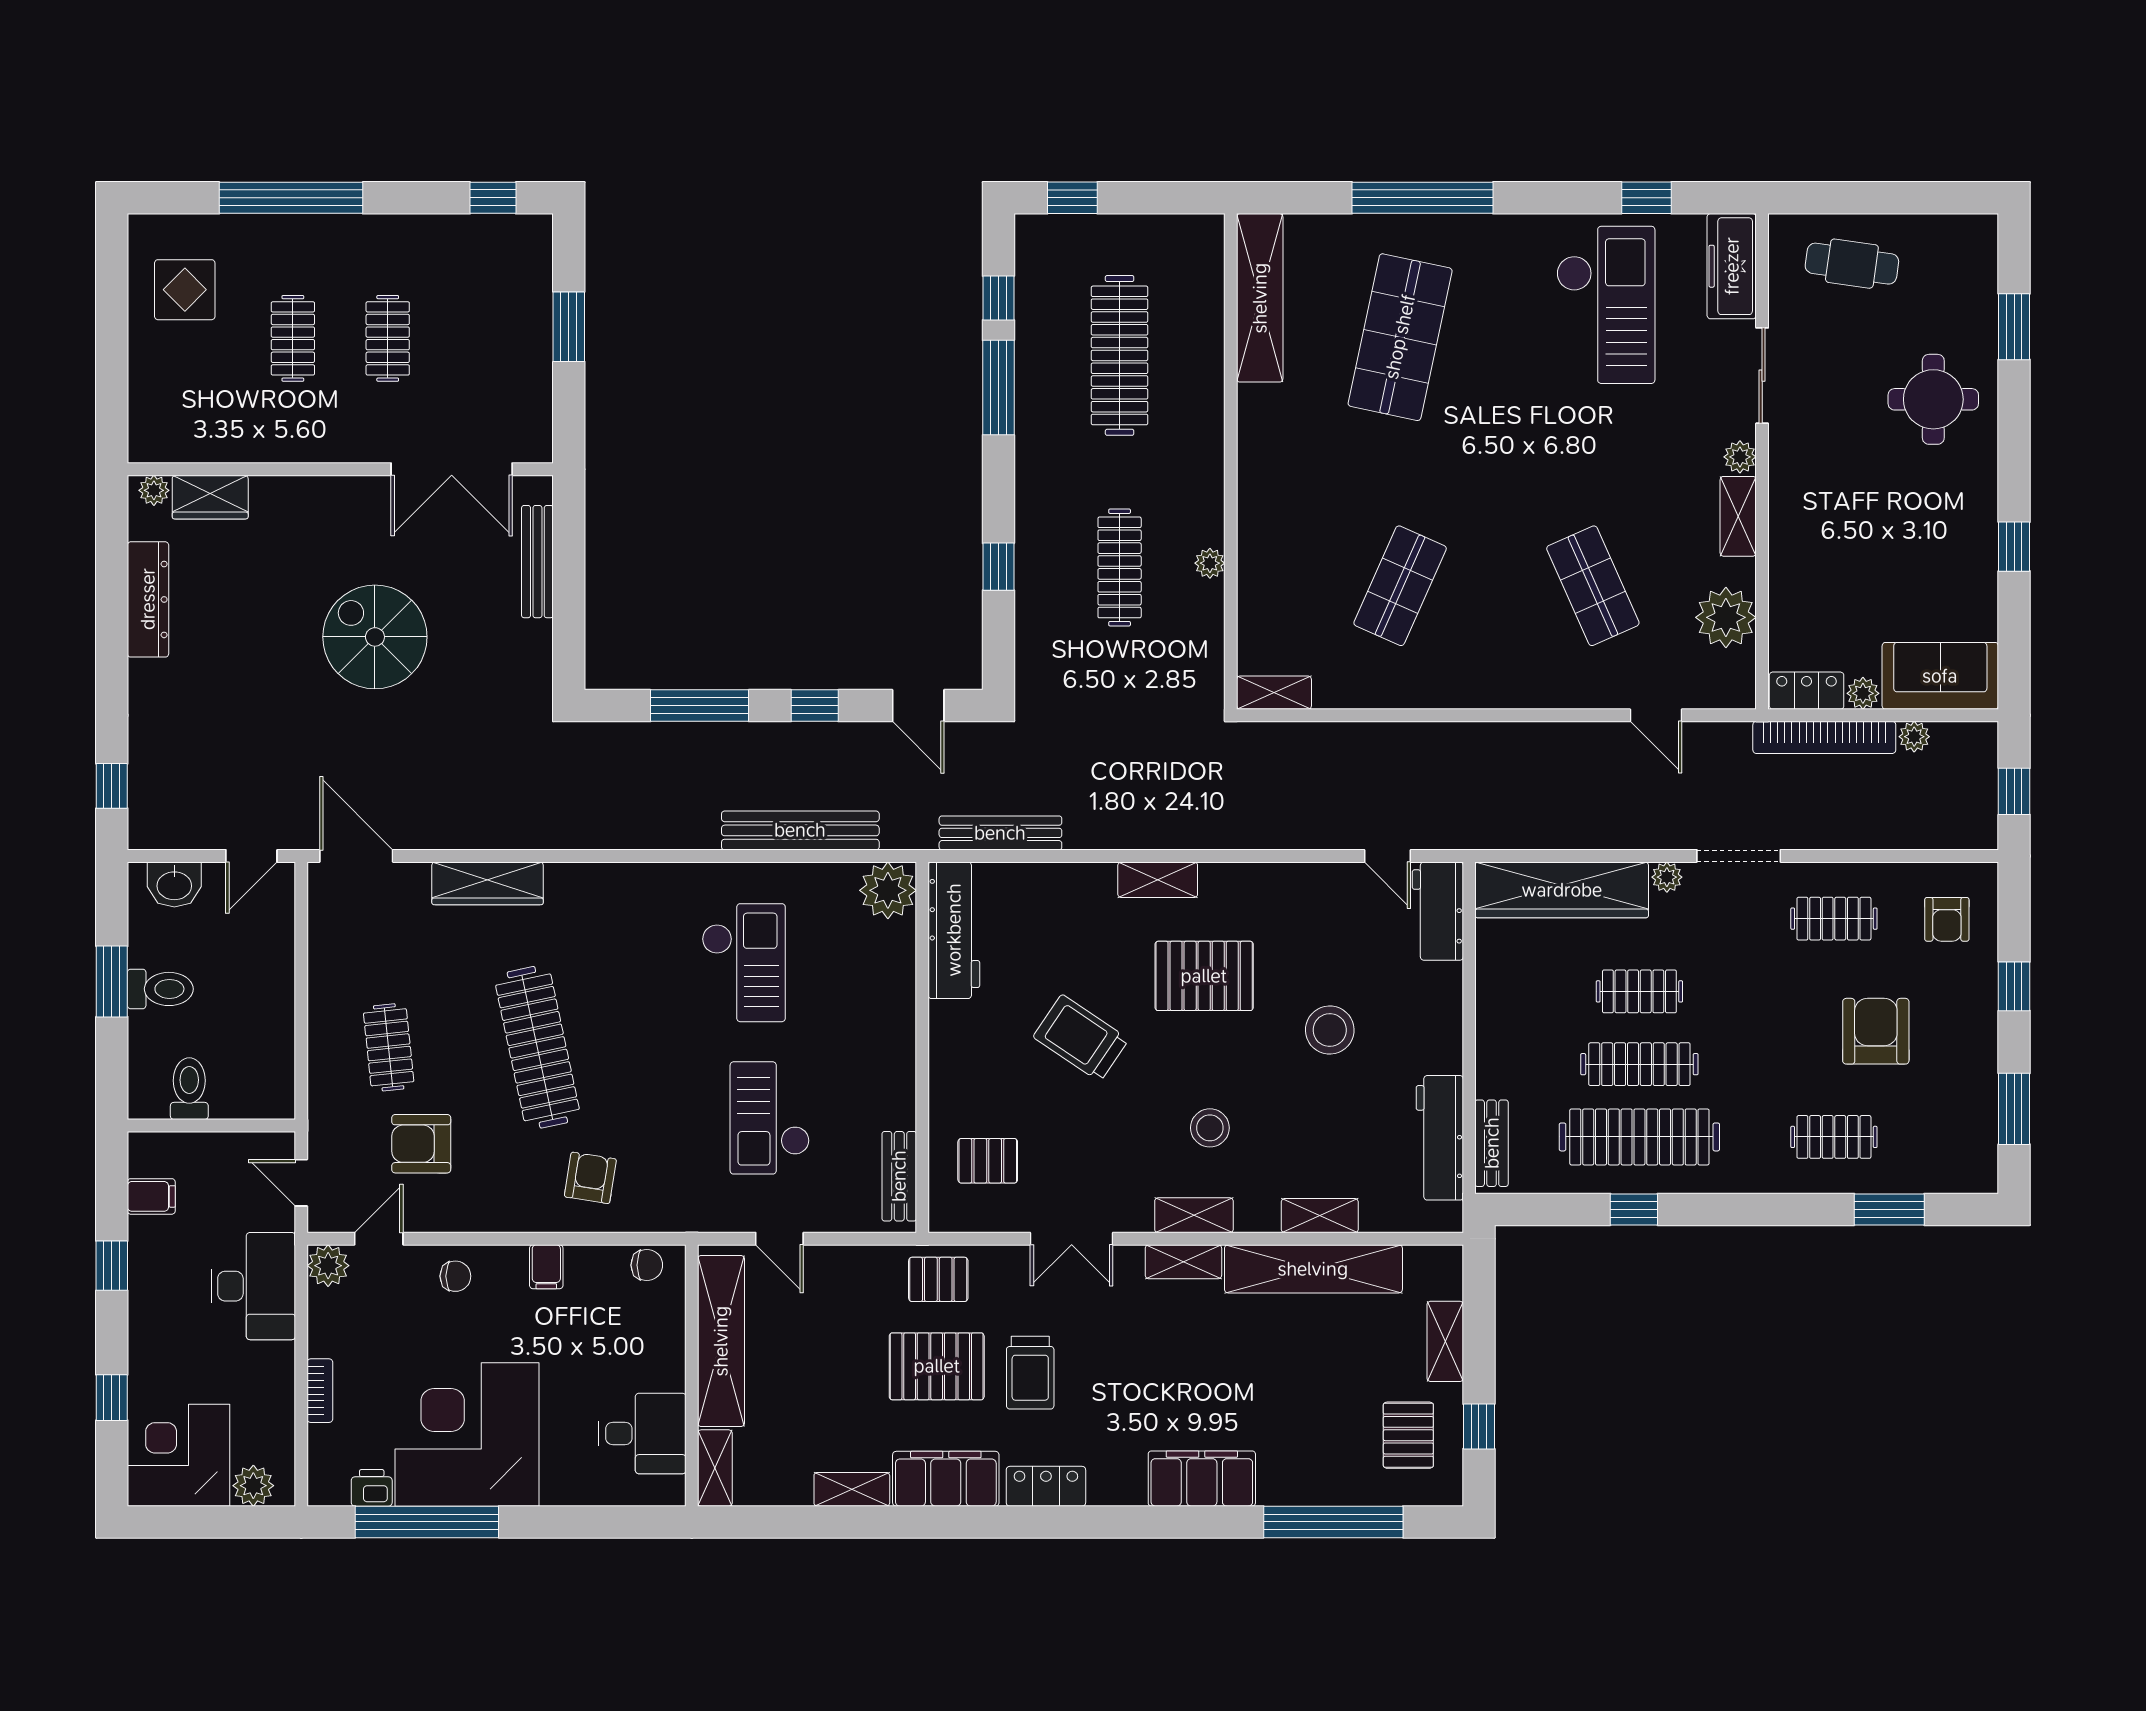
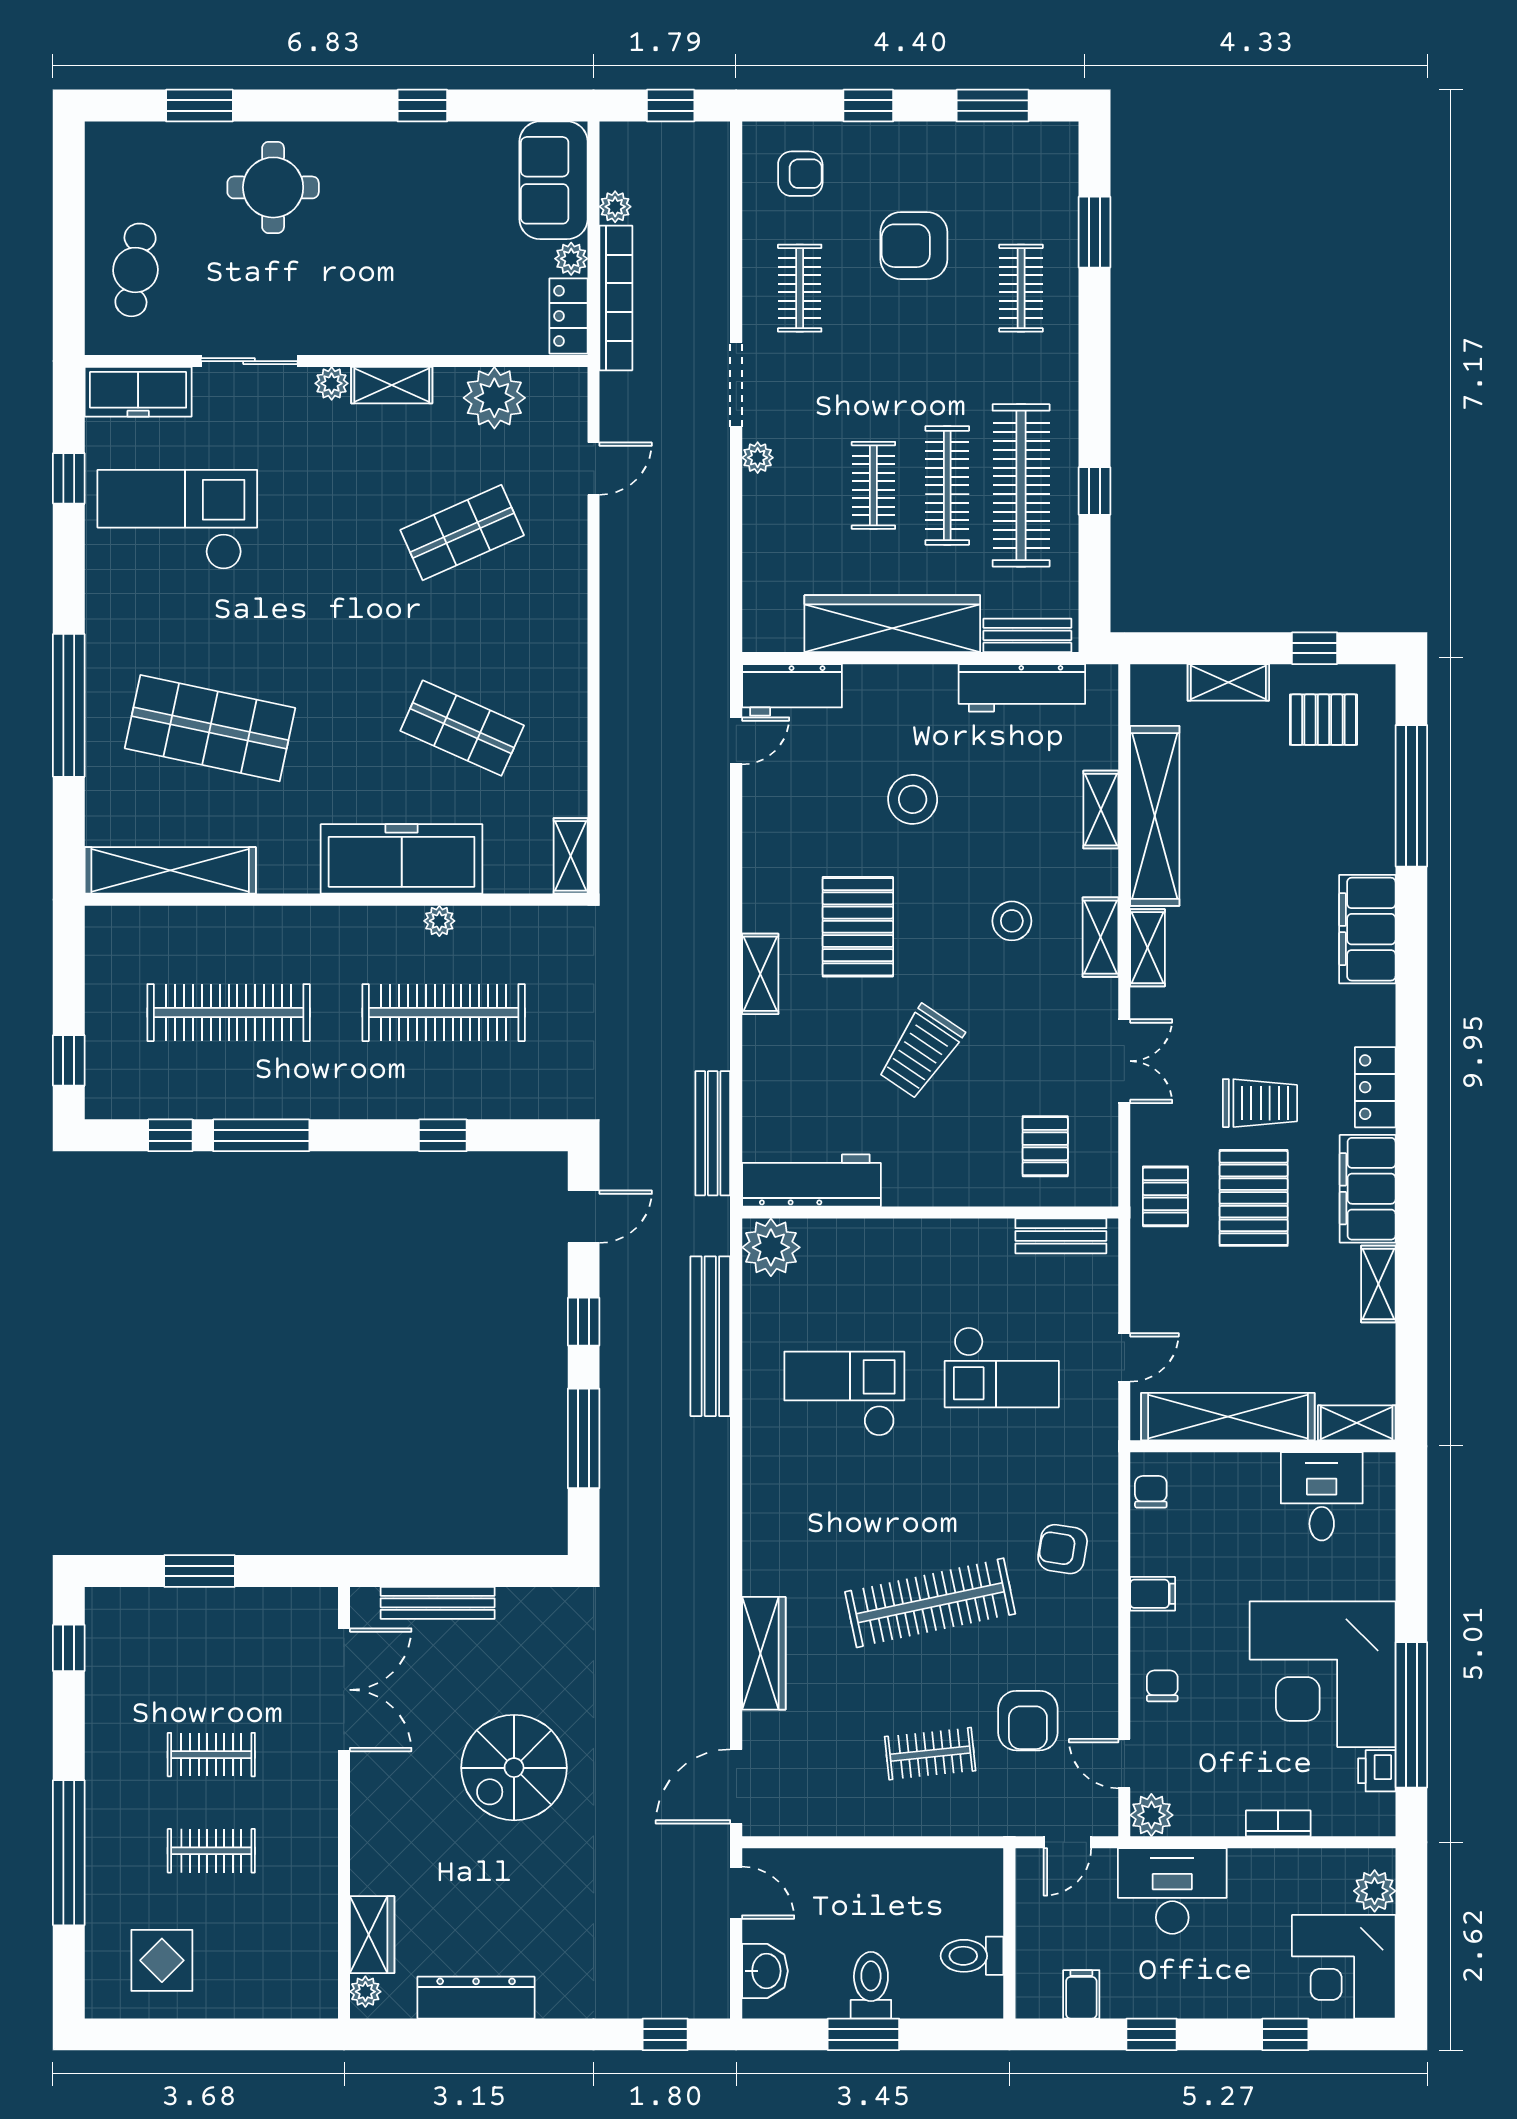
freezer: (1271, 526) -> (402, 859), added
clothes rail: (1120, 567) -> (444, 1013), width x1.37, depth x1.31
wardrobe: (1562, 890) -> (892, 624), moved, turned -90

